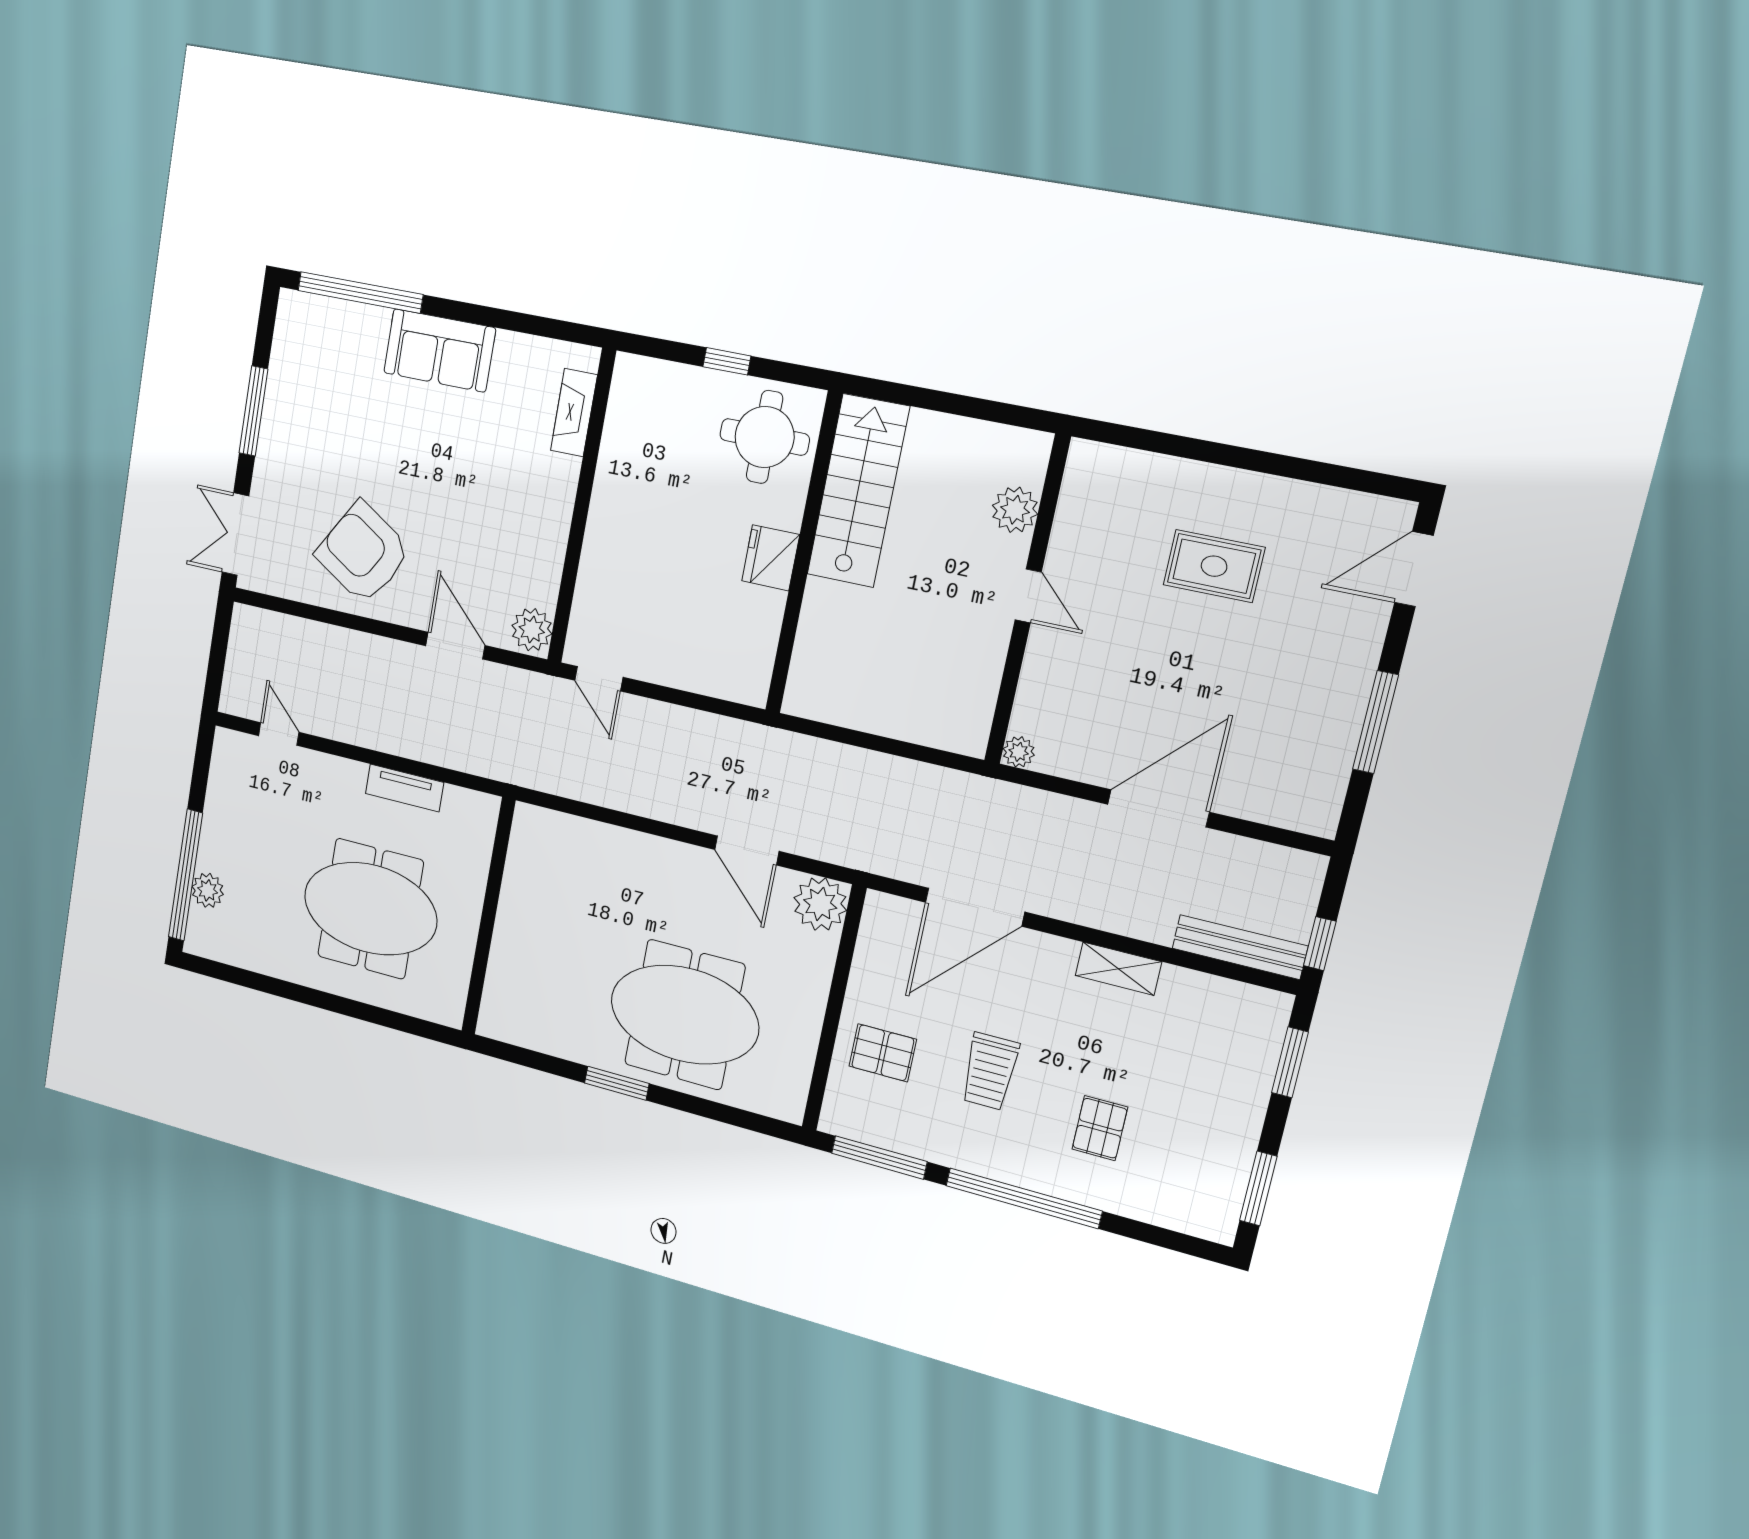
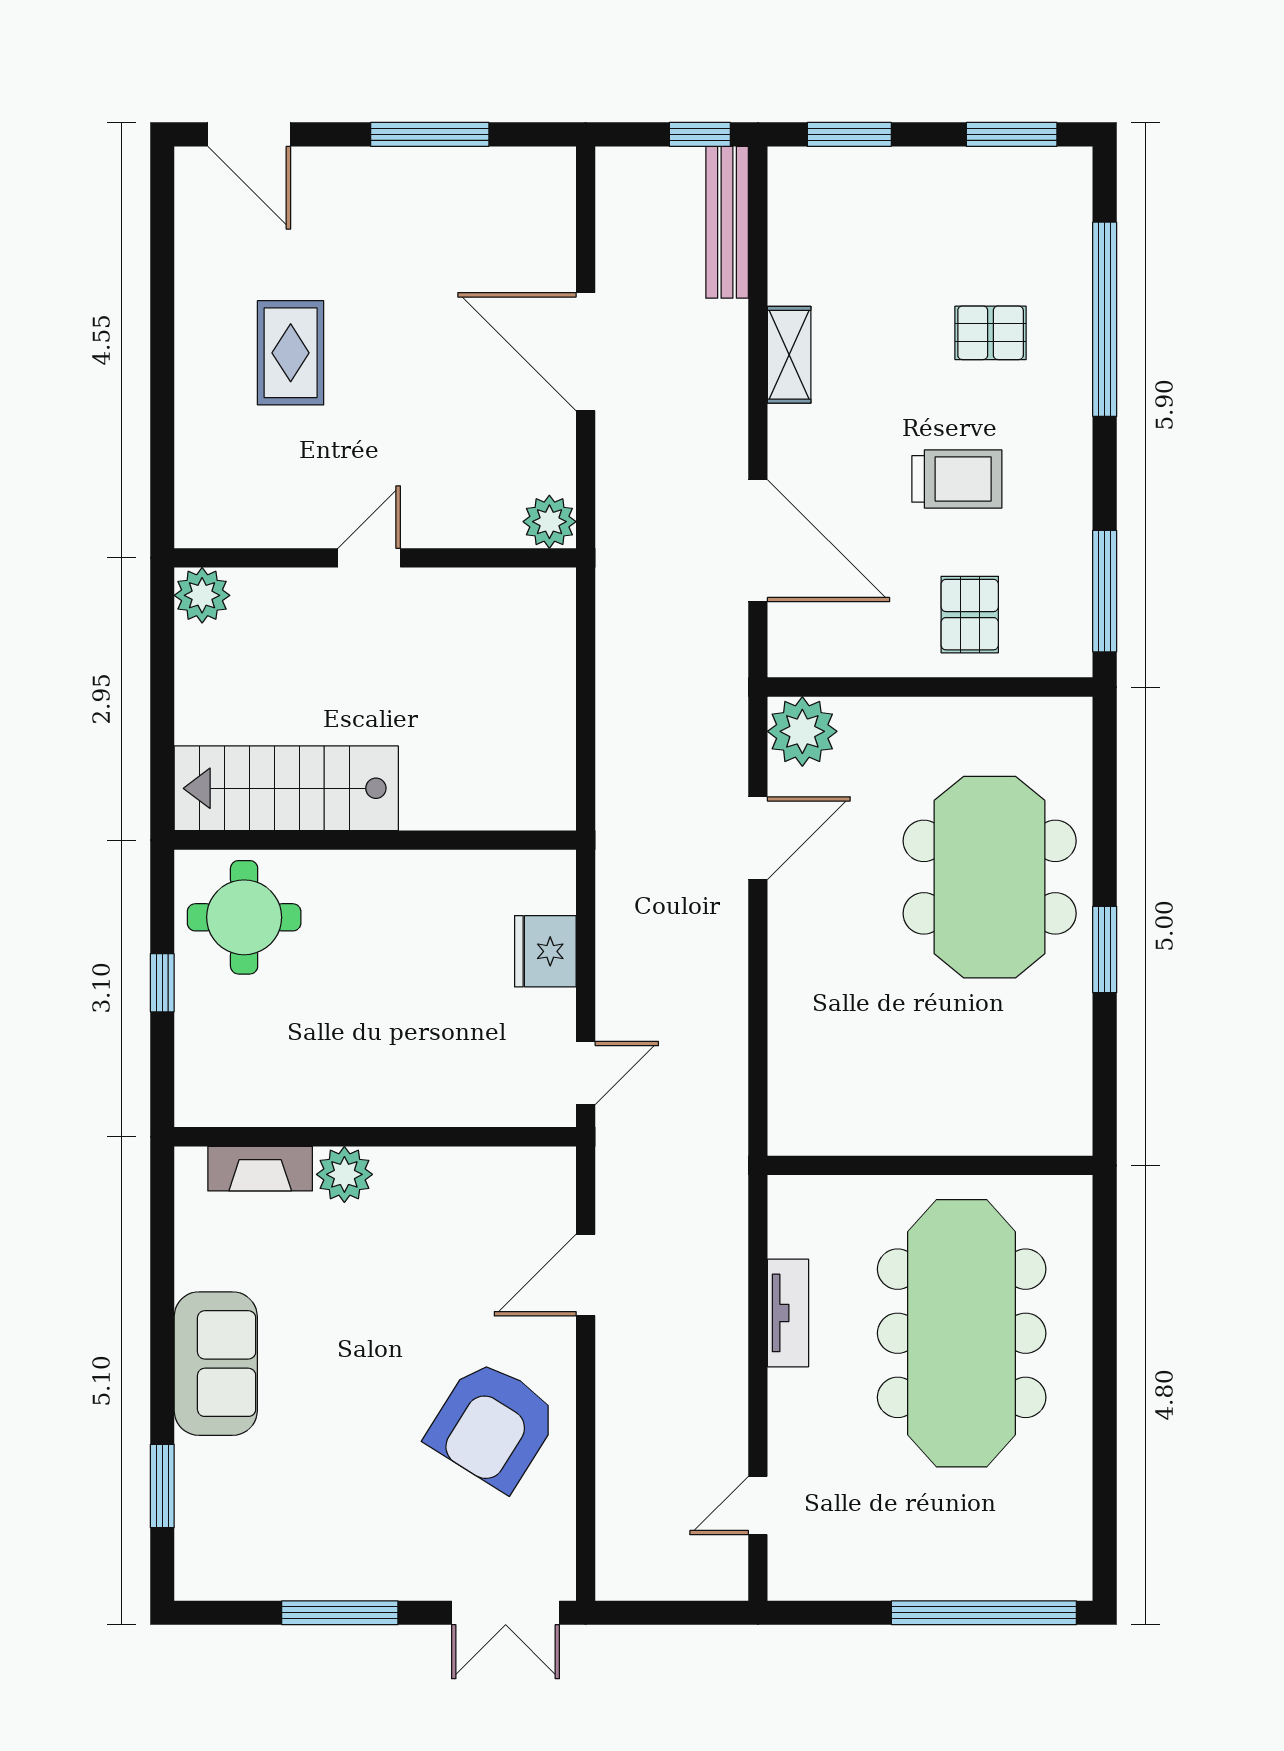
window: (360, 293) -> (162, 1486), width x0.47
plant: (1015, 510) -> (202, 595), moved
fridge: (771, 558) -> (545, 951), moved, turned 90
plant: (532, 630) -> (344, 1174), moved
plant: (1019, 752) -> (549, 522), width x1.38, depth x1.38
plant: (208, 890) -> (997, 1576), removed
meeting table: (370, 909) -> (962, 1333), width x1.36
window: (1024, 1198) -> (1105, 319), moved

